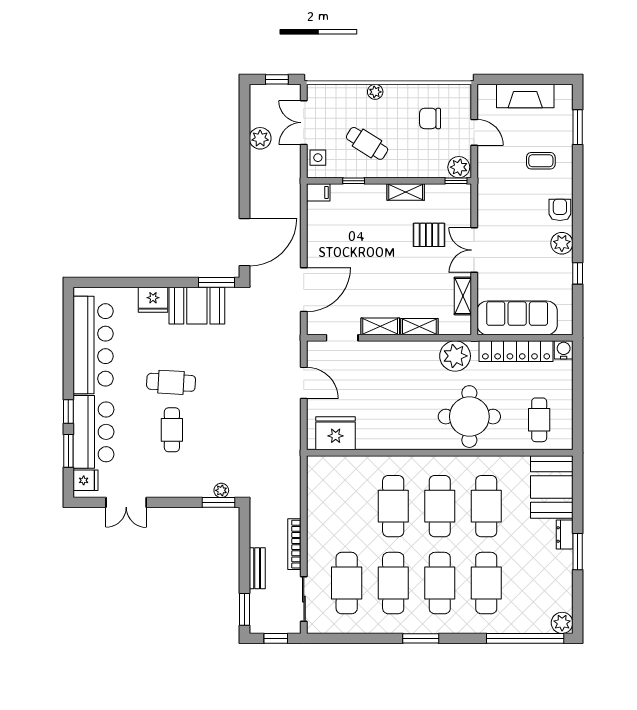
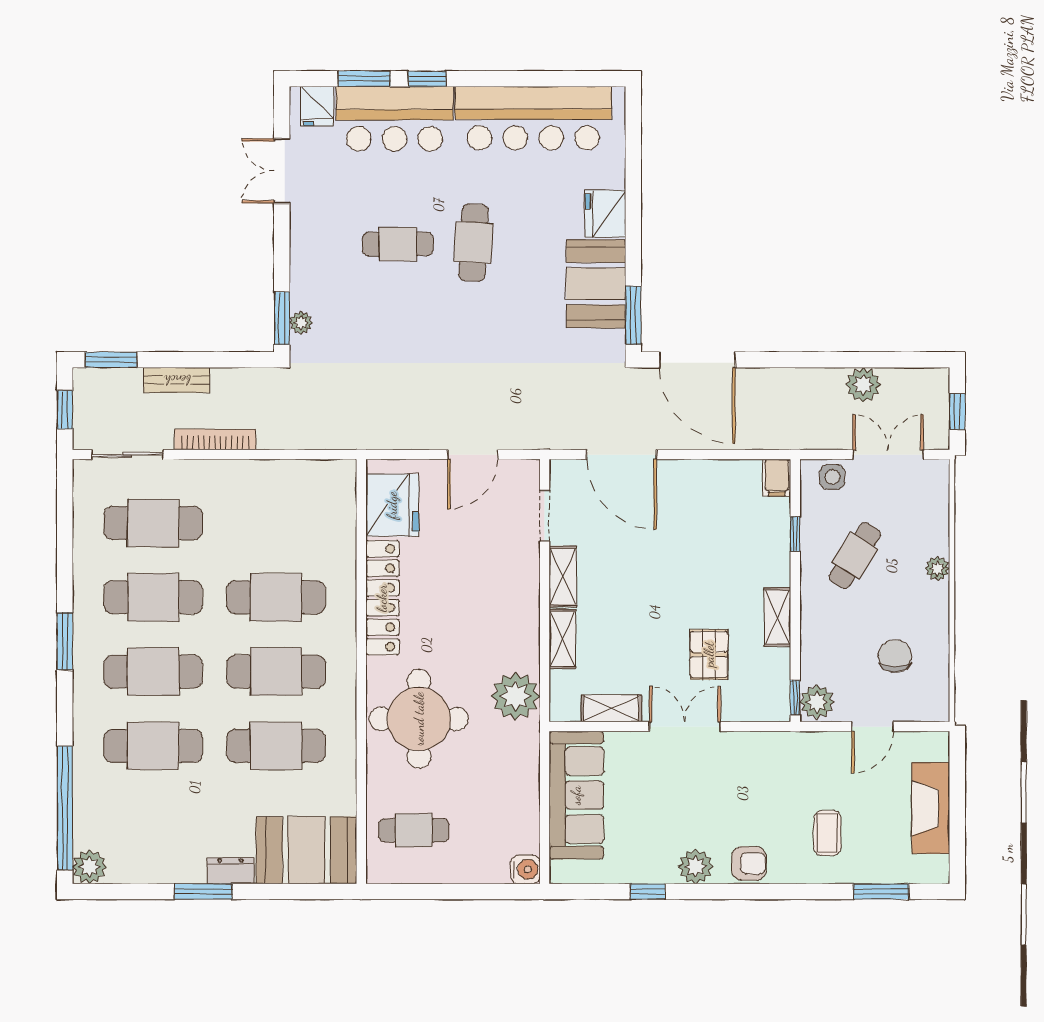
locker: (516, 351) -> (382, 598), moved, turned 180

